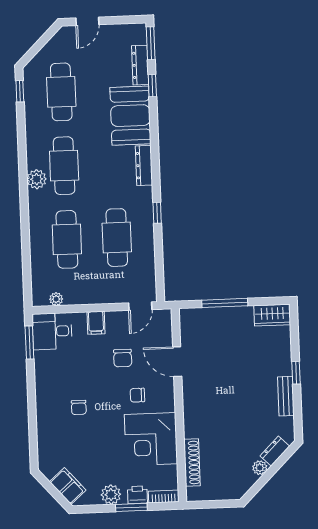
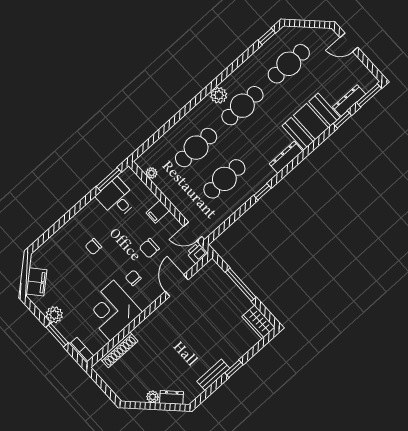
desk: (52, 331) -> (117, 198), moved
printer: (137, 495) -> (197, 253), moved, turned -90

